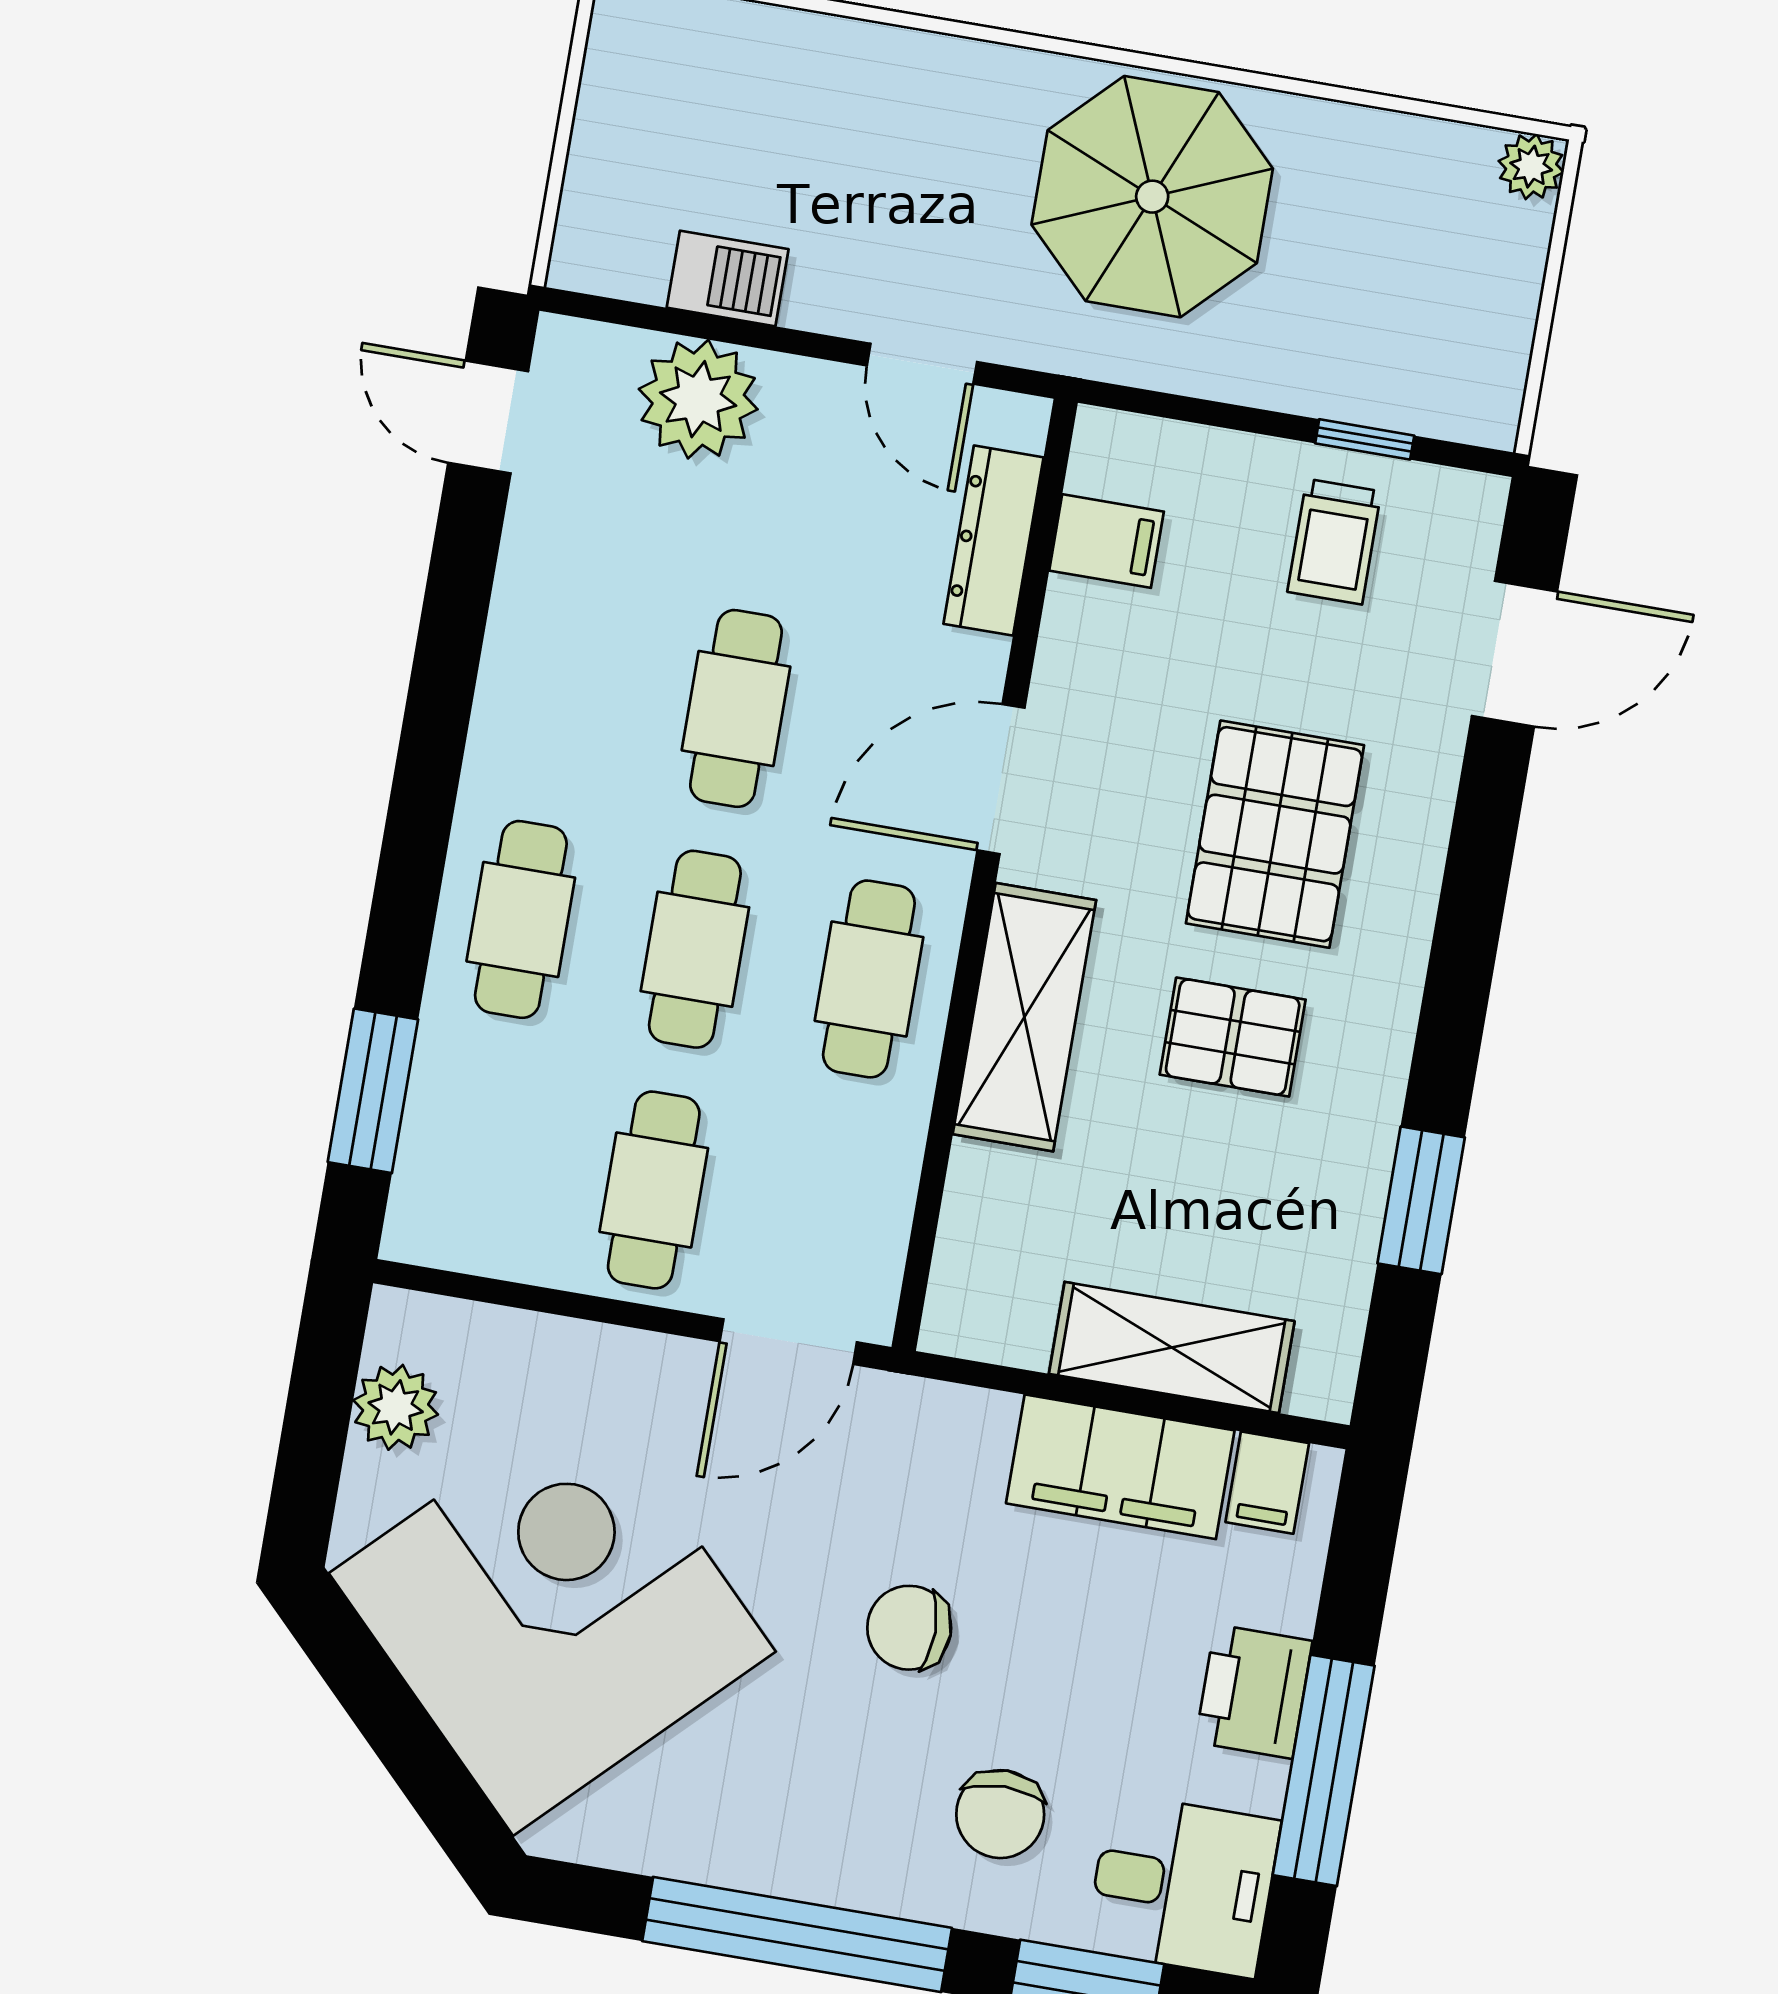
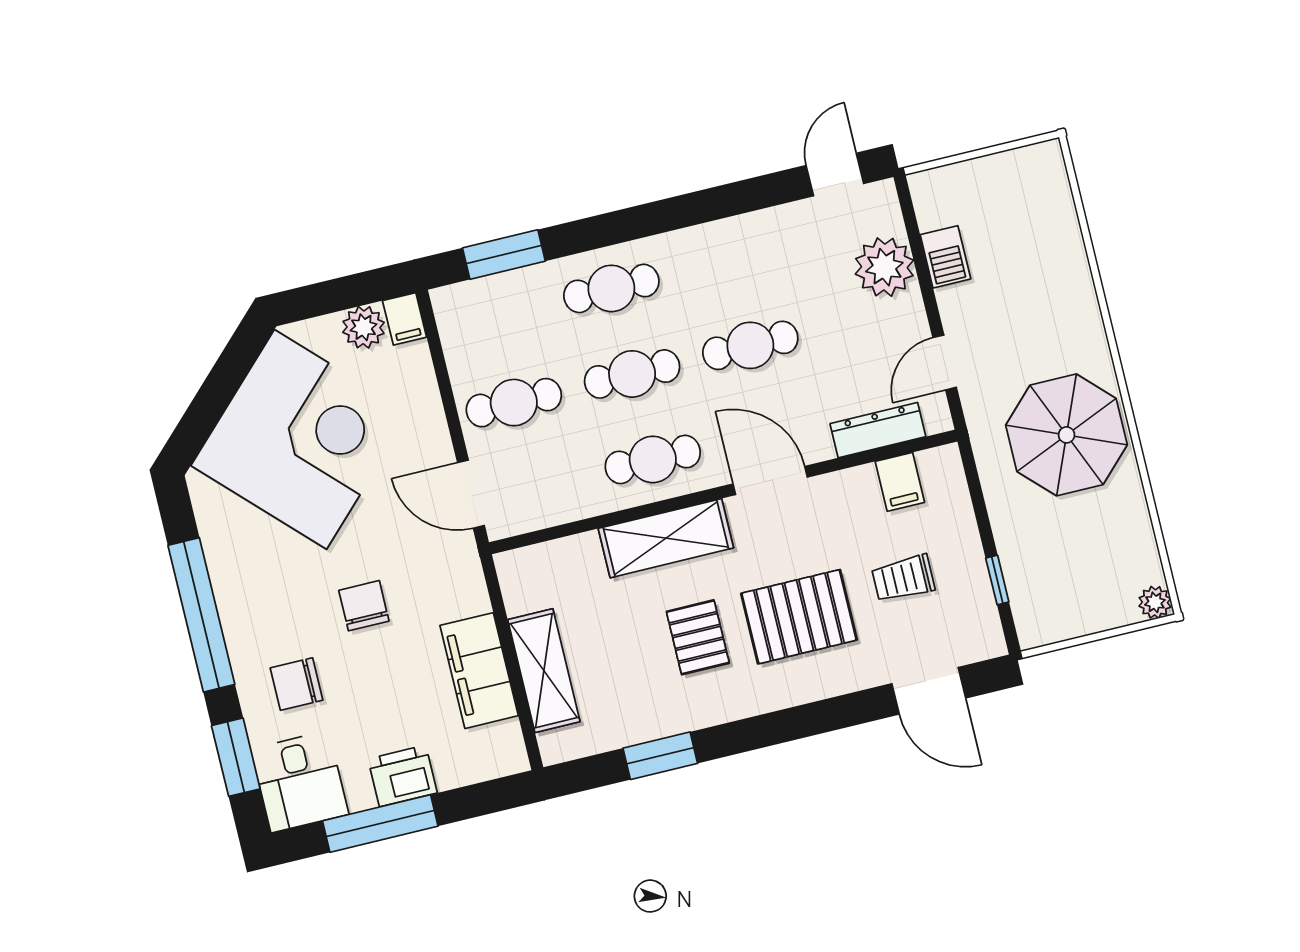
trolley: (1334, 542) -> (903, 578), moved
filing cabinet: (1267, 1483) -> (405, 319), moved, turned -90

